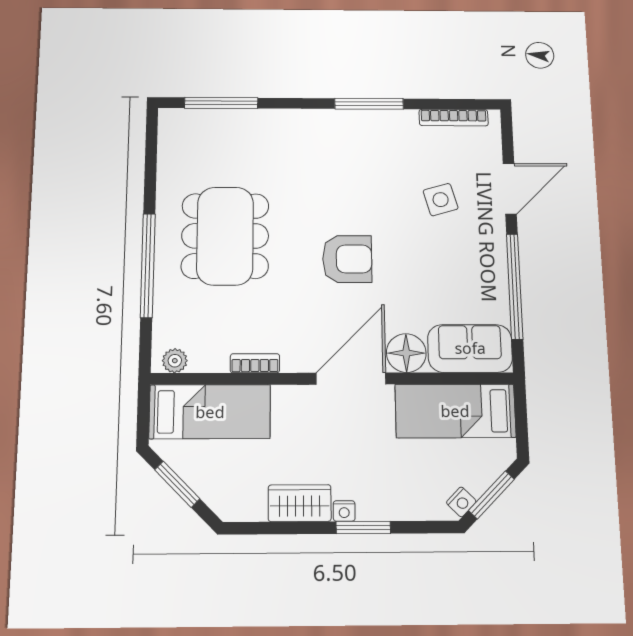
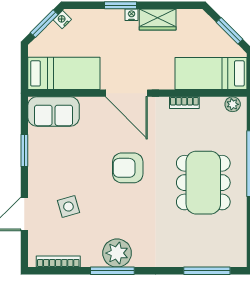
plant: (362, 130) -> (117, 253), added
window: (515, 286) -> (24, 151), width x0.47
floor lamp: (406, 353) -> (93, 109), removed
door: (351, 379) -> (126, 93), hinge flipped

